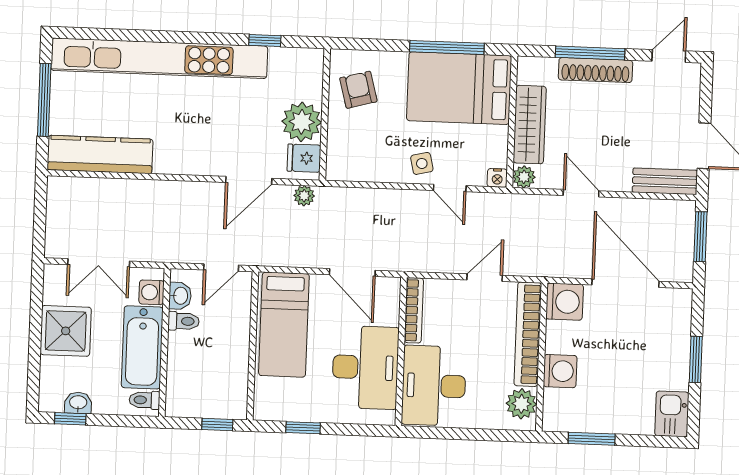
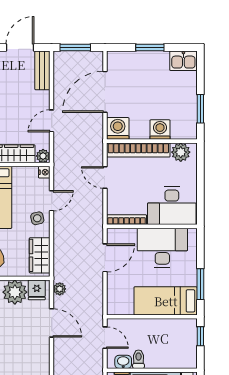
wardrobe: (361, 165) -> (40, 255), added
bed: (284, 325) -> (166, 301), moved, turned 180
window: (303, 428) -> (200, 284), width x1.50

